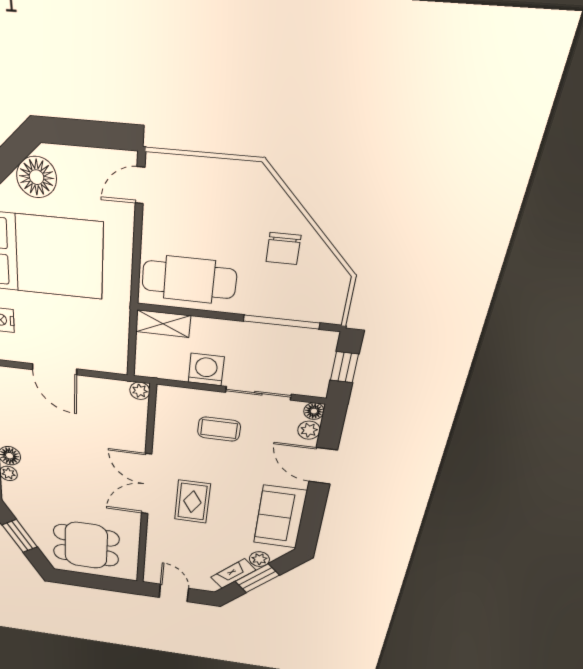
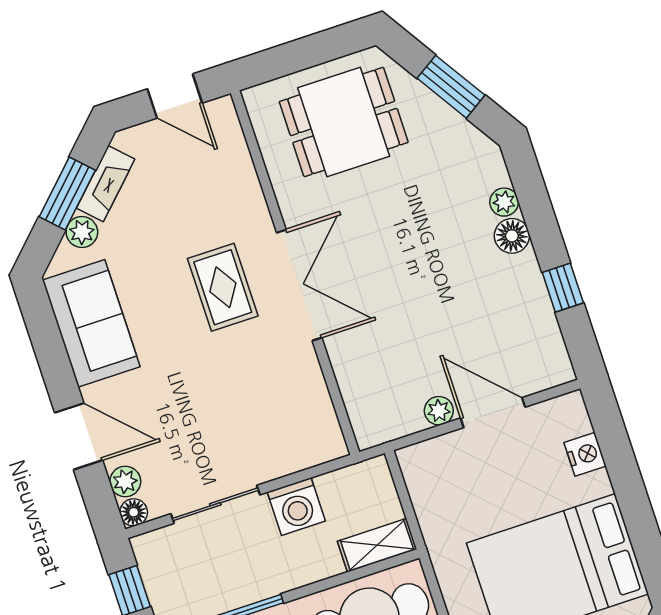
plant: (140, 391) -> (439, 411), moved
coffee table: (219, 429) -> (240, 426), removed

